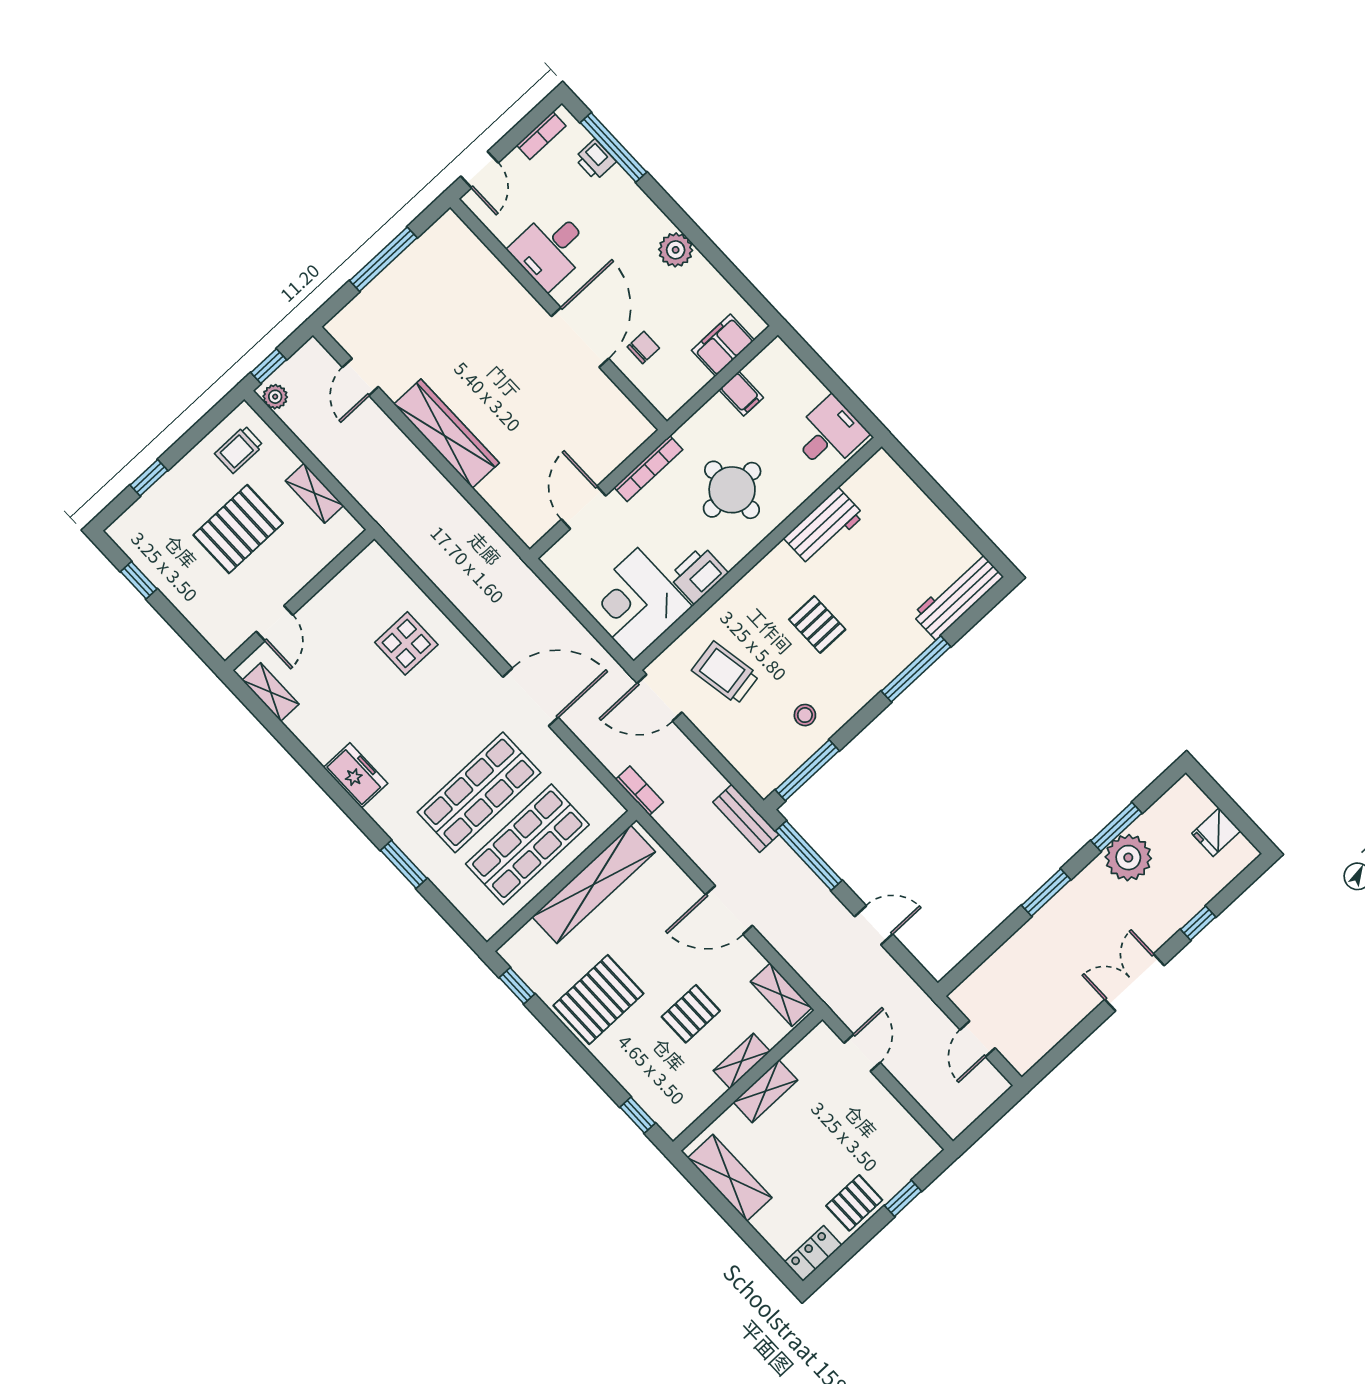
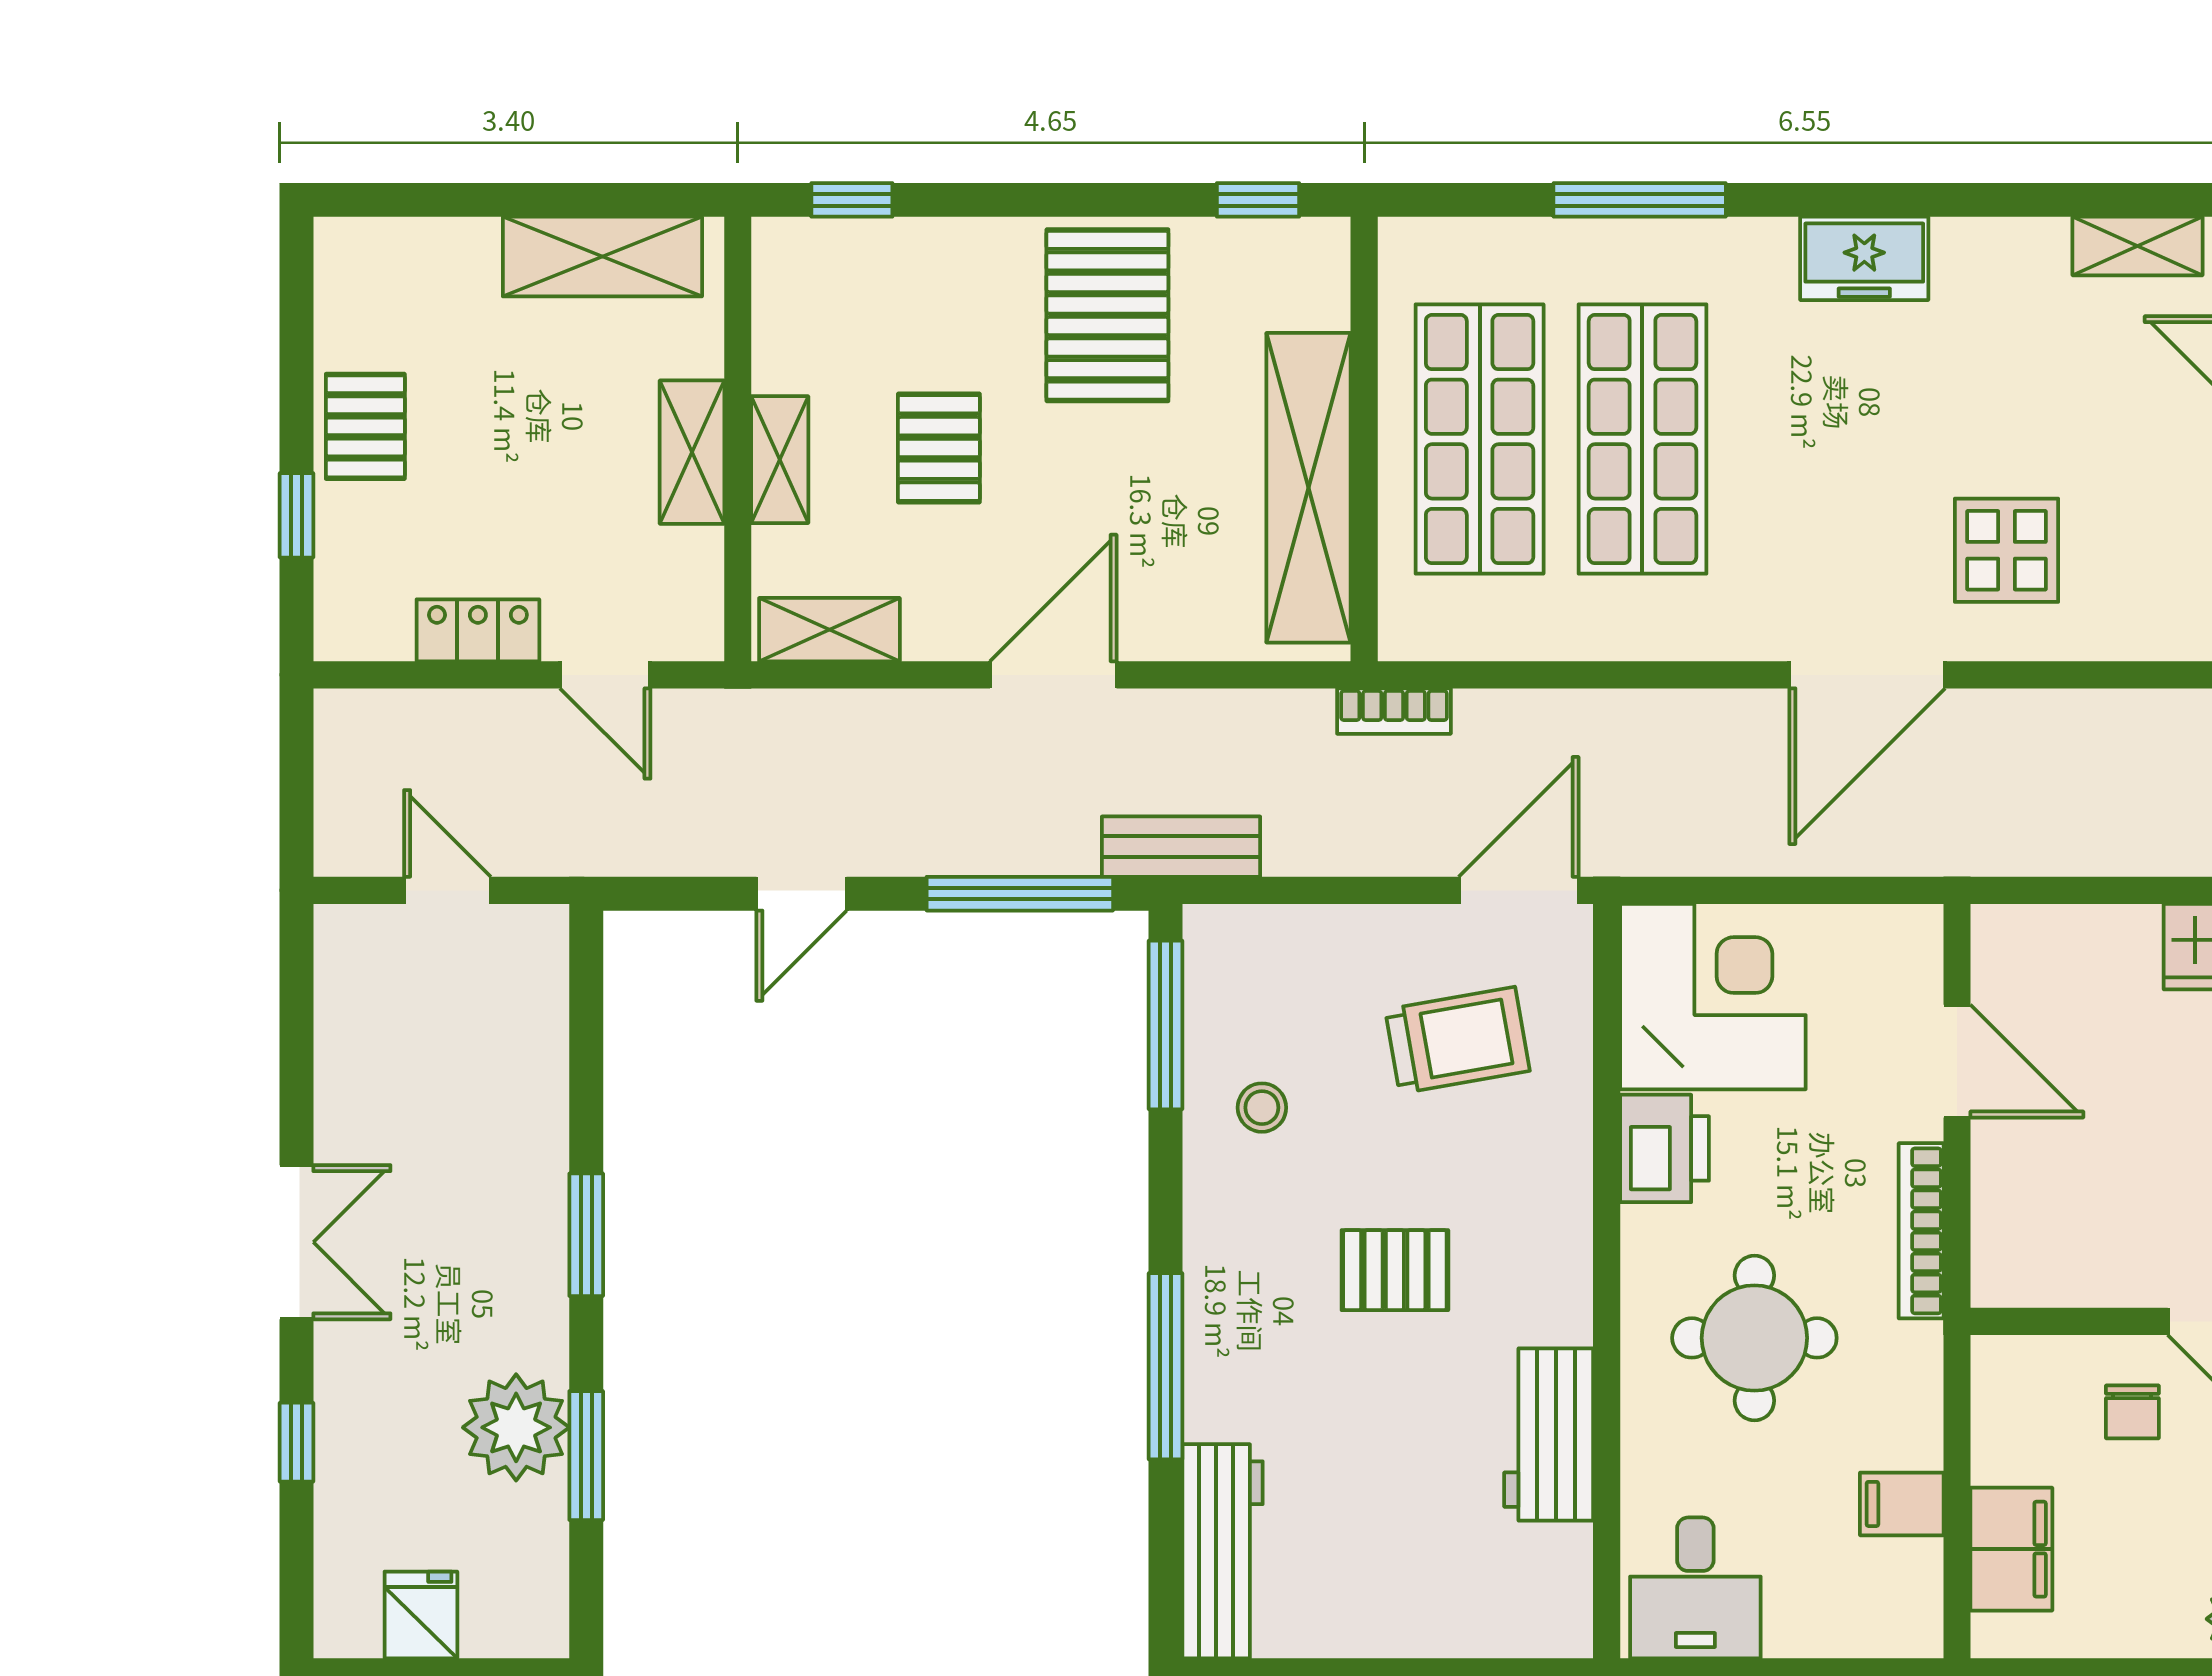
door: (531, 697) -> (1867, 675), moved
window: (404, 864) -> (1640, 200), width x1.44
locker: (813, 1254) -> (478, 630), moved, turned -90

